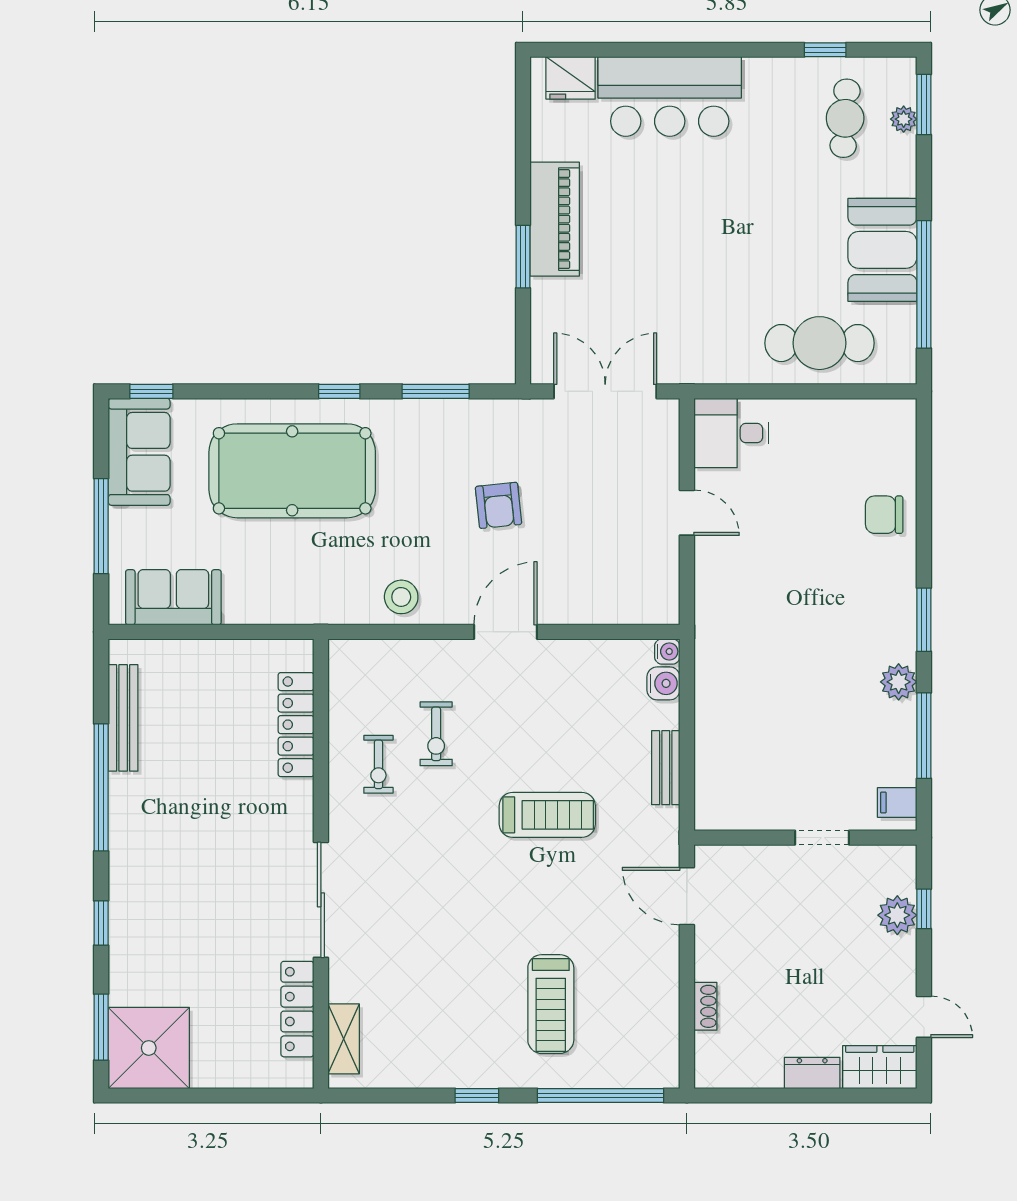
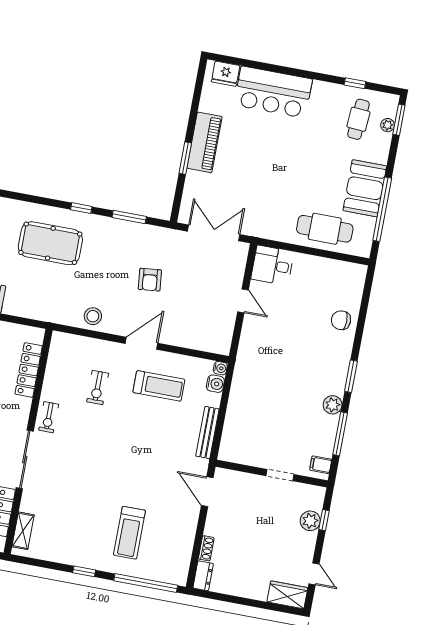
pool table: (292, 471) -> (50, 243), width x0.73, depth x0.76
exercise bike: (378, 764) -> (49, 417), moved
bench: (666, 768) -> (207, 432), width x1.36
treadmill: (547, 815) -> (159, 386), moved
dresser: (812, 1073) -> (203, 576), moved, turned 90

